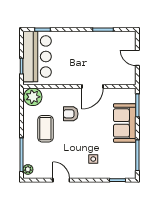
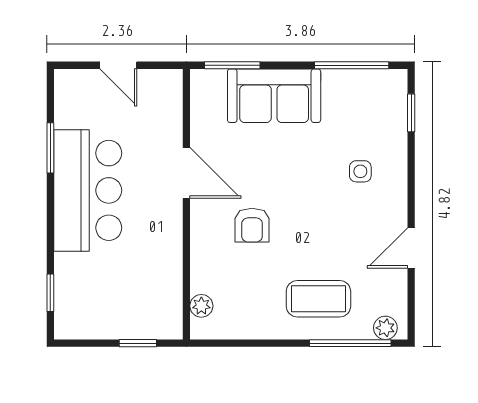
bar counter: (37, 57) -> (88, 190), moved, turned 90
door: (137, 58) -> (118, 65), hinge flipped
plant: (33, 97) -> (201, 306), width x0.53, depth x0.53
coffee table: (45, 129) -> (318, 299), moved

